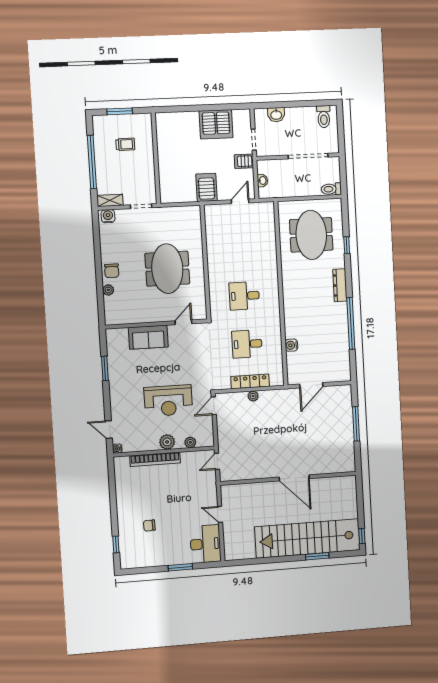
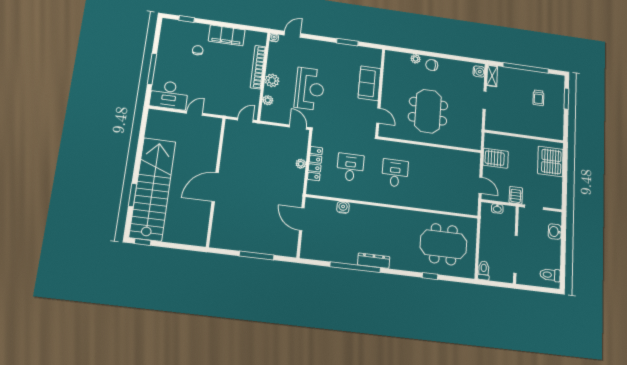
server rack: (216, 124) -> (550, 161), moved
wall: (156, 158) -> (524, 136), moved
meeting table: (167, 269) -> (428, 111), turned 90
dresser: (340, 285) -> (374, 261), moved
reception desk: (168, 401) -> (310, 89), turned 180
door: (217, 461) -> (245, 120), hinge flipped
filing cabinet: (126, 499) -> (227, 35), added
window: (180, 567) -> (152, 69), width x1.44

